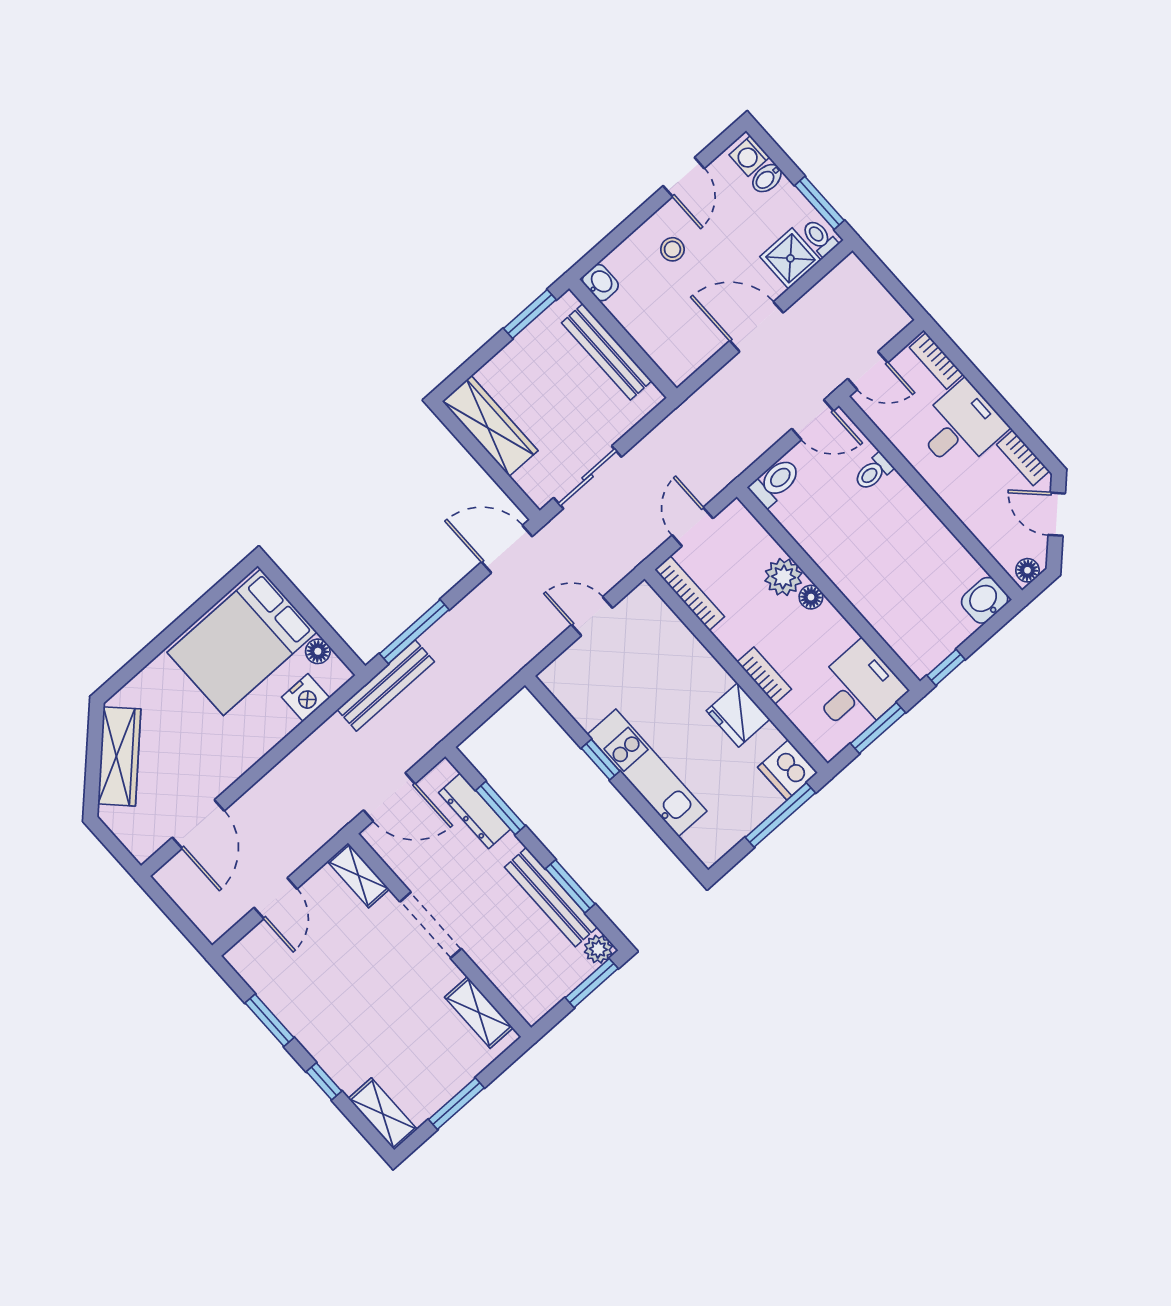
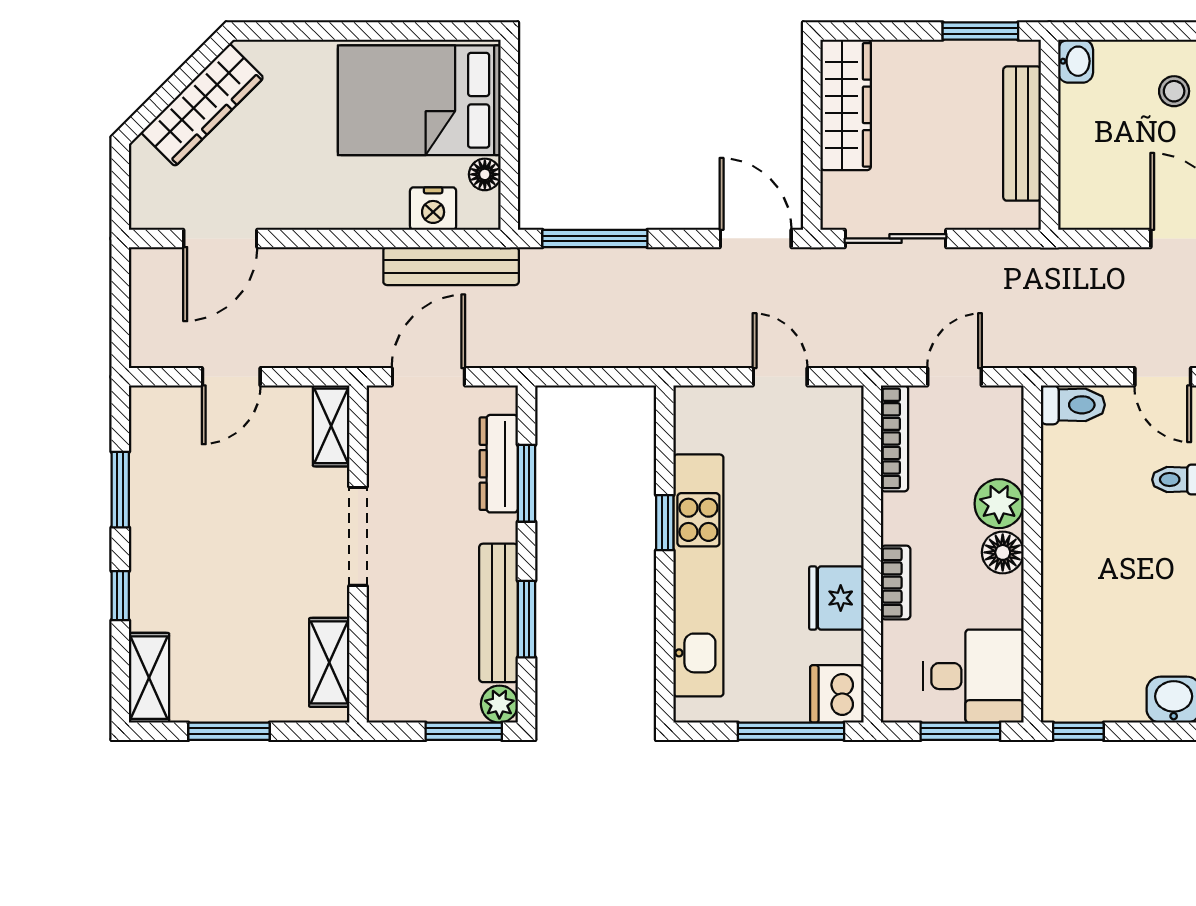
floor lamp: (811, 597) -> (1003, 552), width x1.37, depth x1.37
bench: (386, 686) -> (451, 266), moved
kitchen unit: (647, 773) -> (698, 575), width x1.36
door: (389, 797) -> (428, 377), swing flipped

